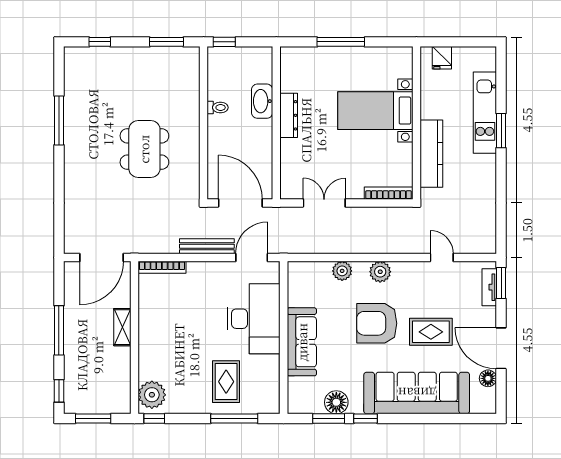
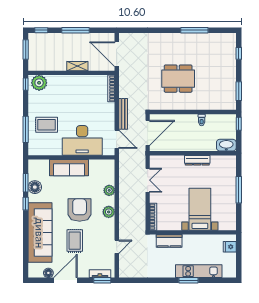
washbasin: (262, 101) -> (226, 145), moved
kitchen counter: (431, 154) -> (169, 241), width x0.67

